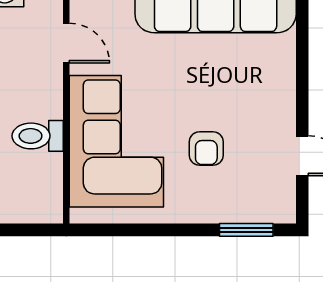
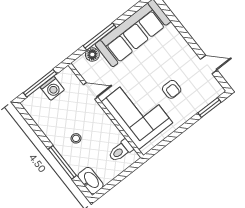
toilet: (38, 136) -> (121, 151), moved

